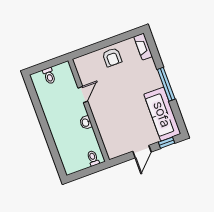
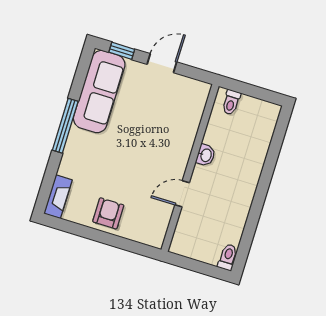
toilet: (49, 76) -> (228, 257), moved

